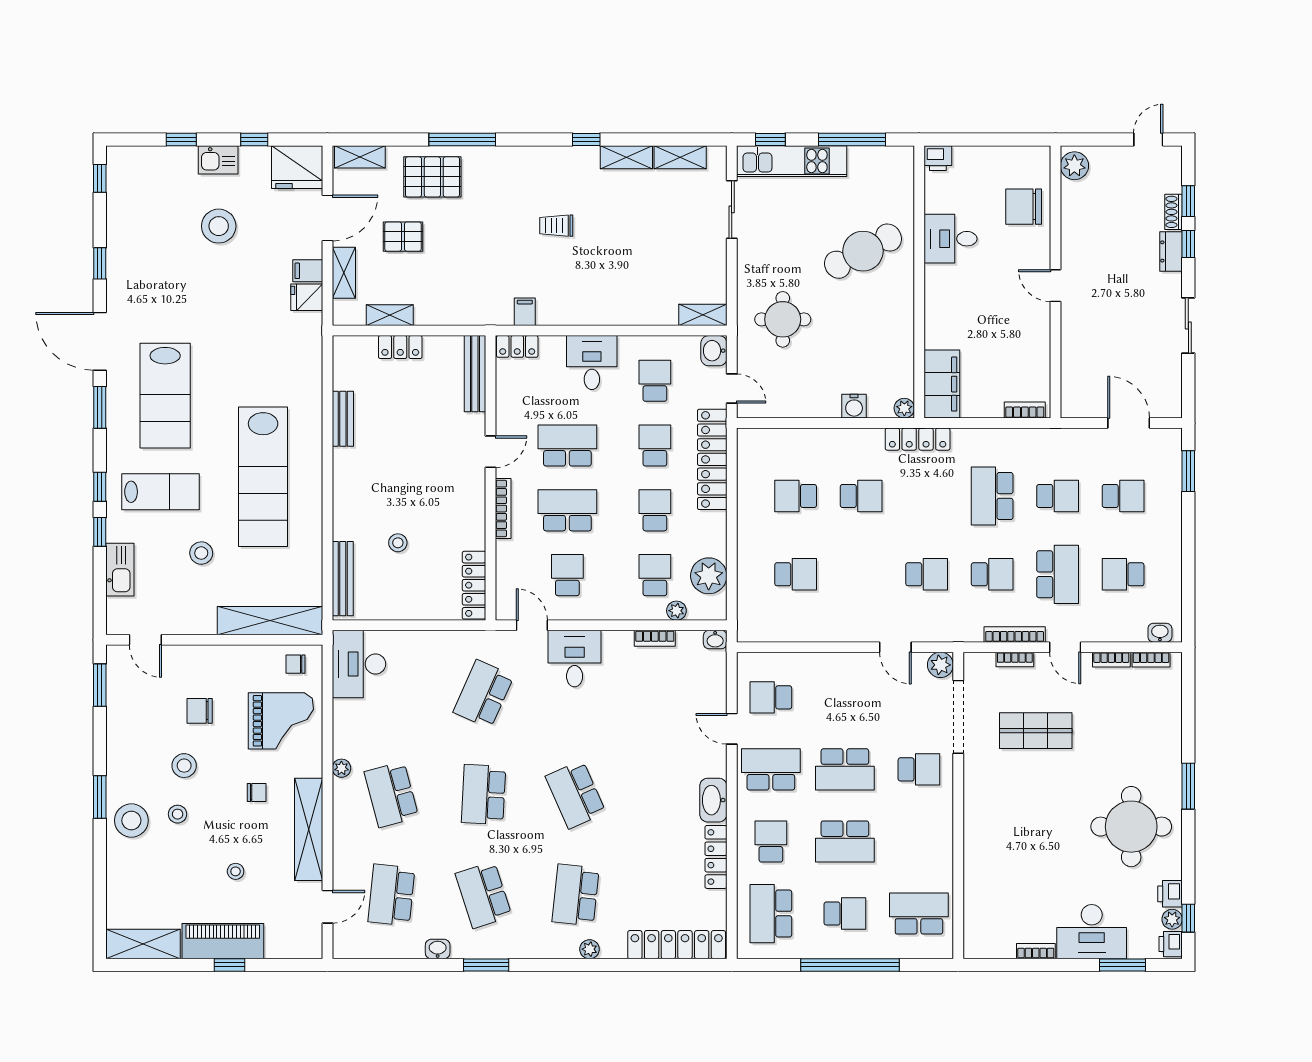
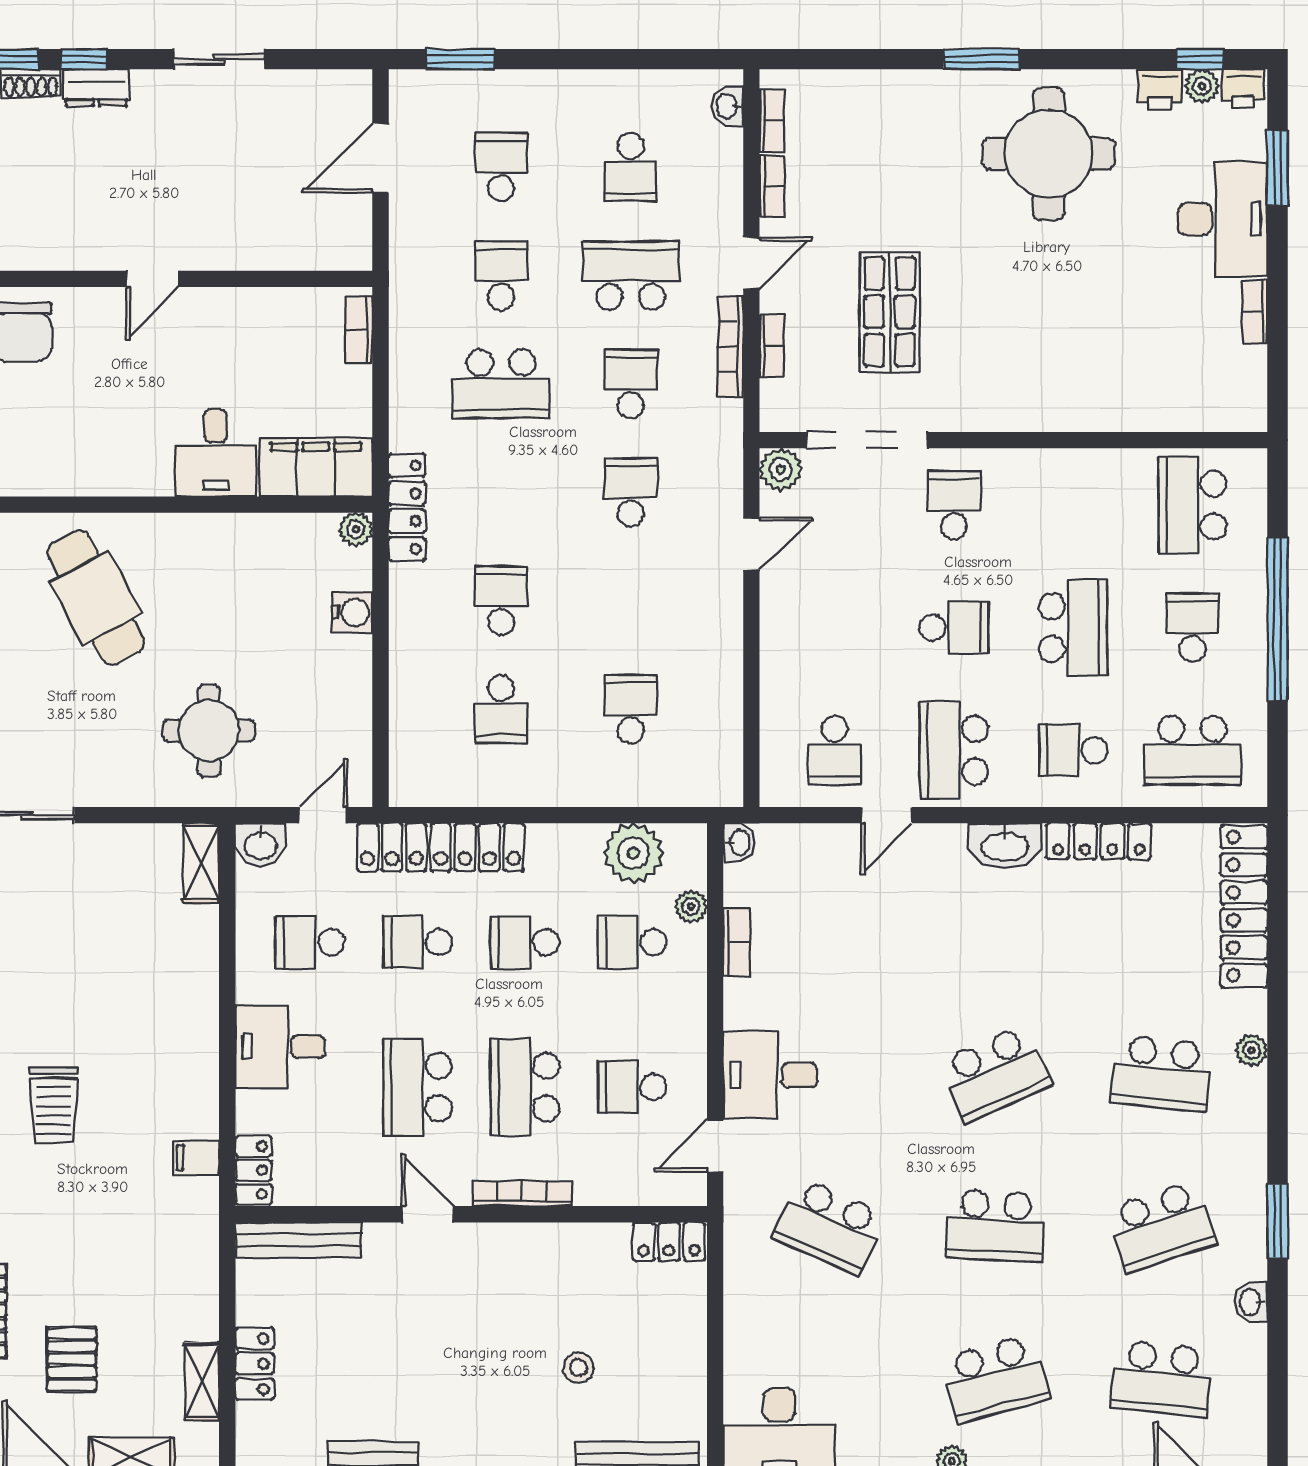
trolley: (556, 226) -> (54, 1105), width x1.36, depth x1.39
desk: (950, 239) -> (215, 453), moved
locker: (474, 585) -> (669, 1242), width x0.66
school desk: (845, 769) -> (954, 628), width x0.54

